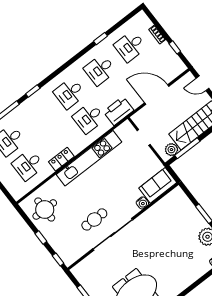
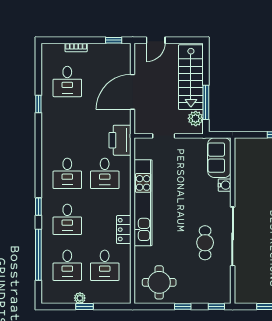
window: (175, 47) -> (114, 40), moved
desk: (100, 70) -> (67, 219), moved

